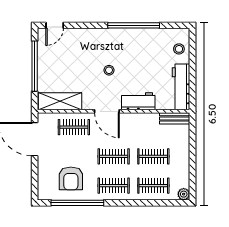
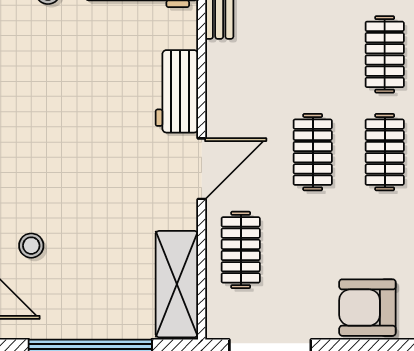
stool: (109, 70) -> (31, 246), moved
clothes rail: (153, 156) -> (313, 54), removed
armchair: (71, 178) -> (367, 308), moved, turned 180

